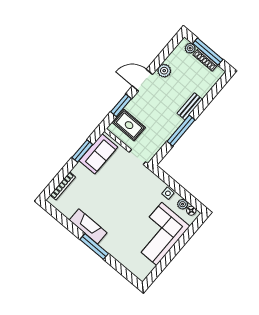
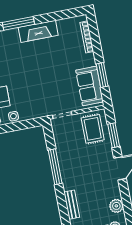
plant: (164, 71) -> (116, 206), moved
bench: (190, 106) -> (72, 205), moved
rug: (129, 125) -> (93, 129), turned 90

